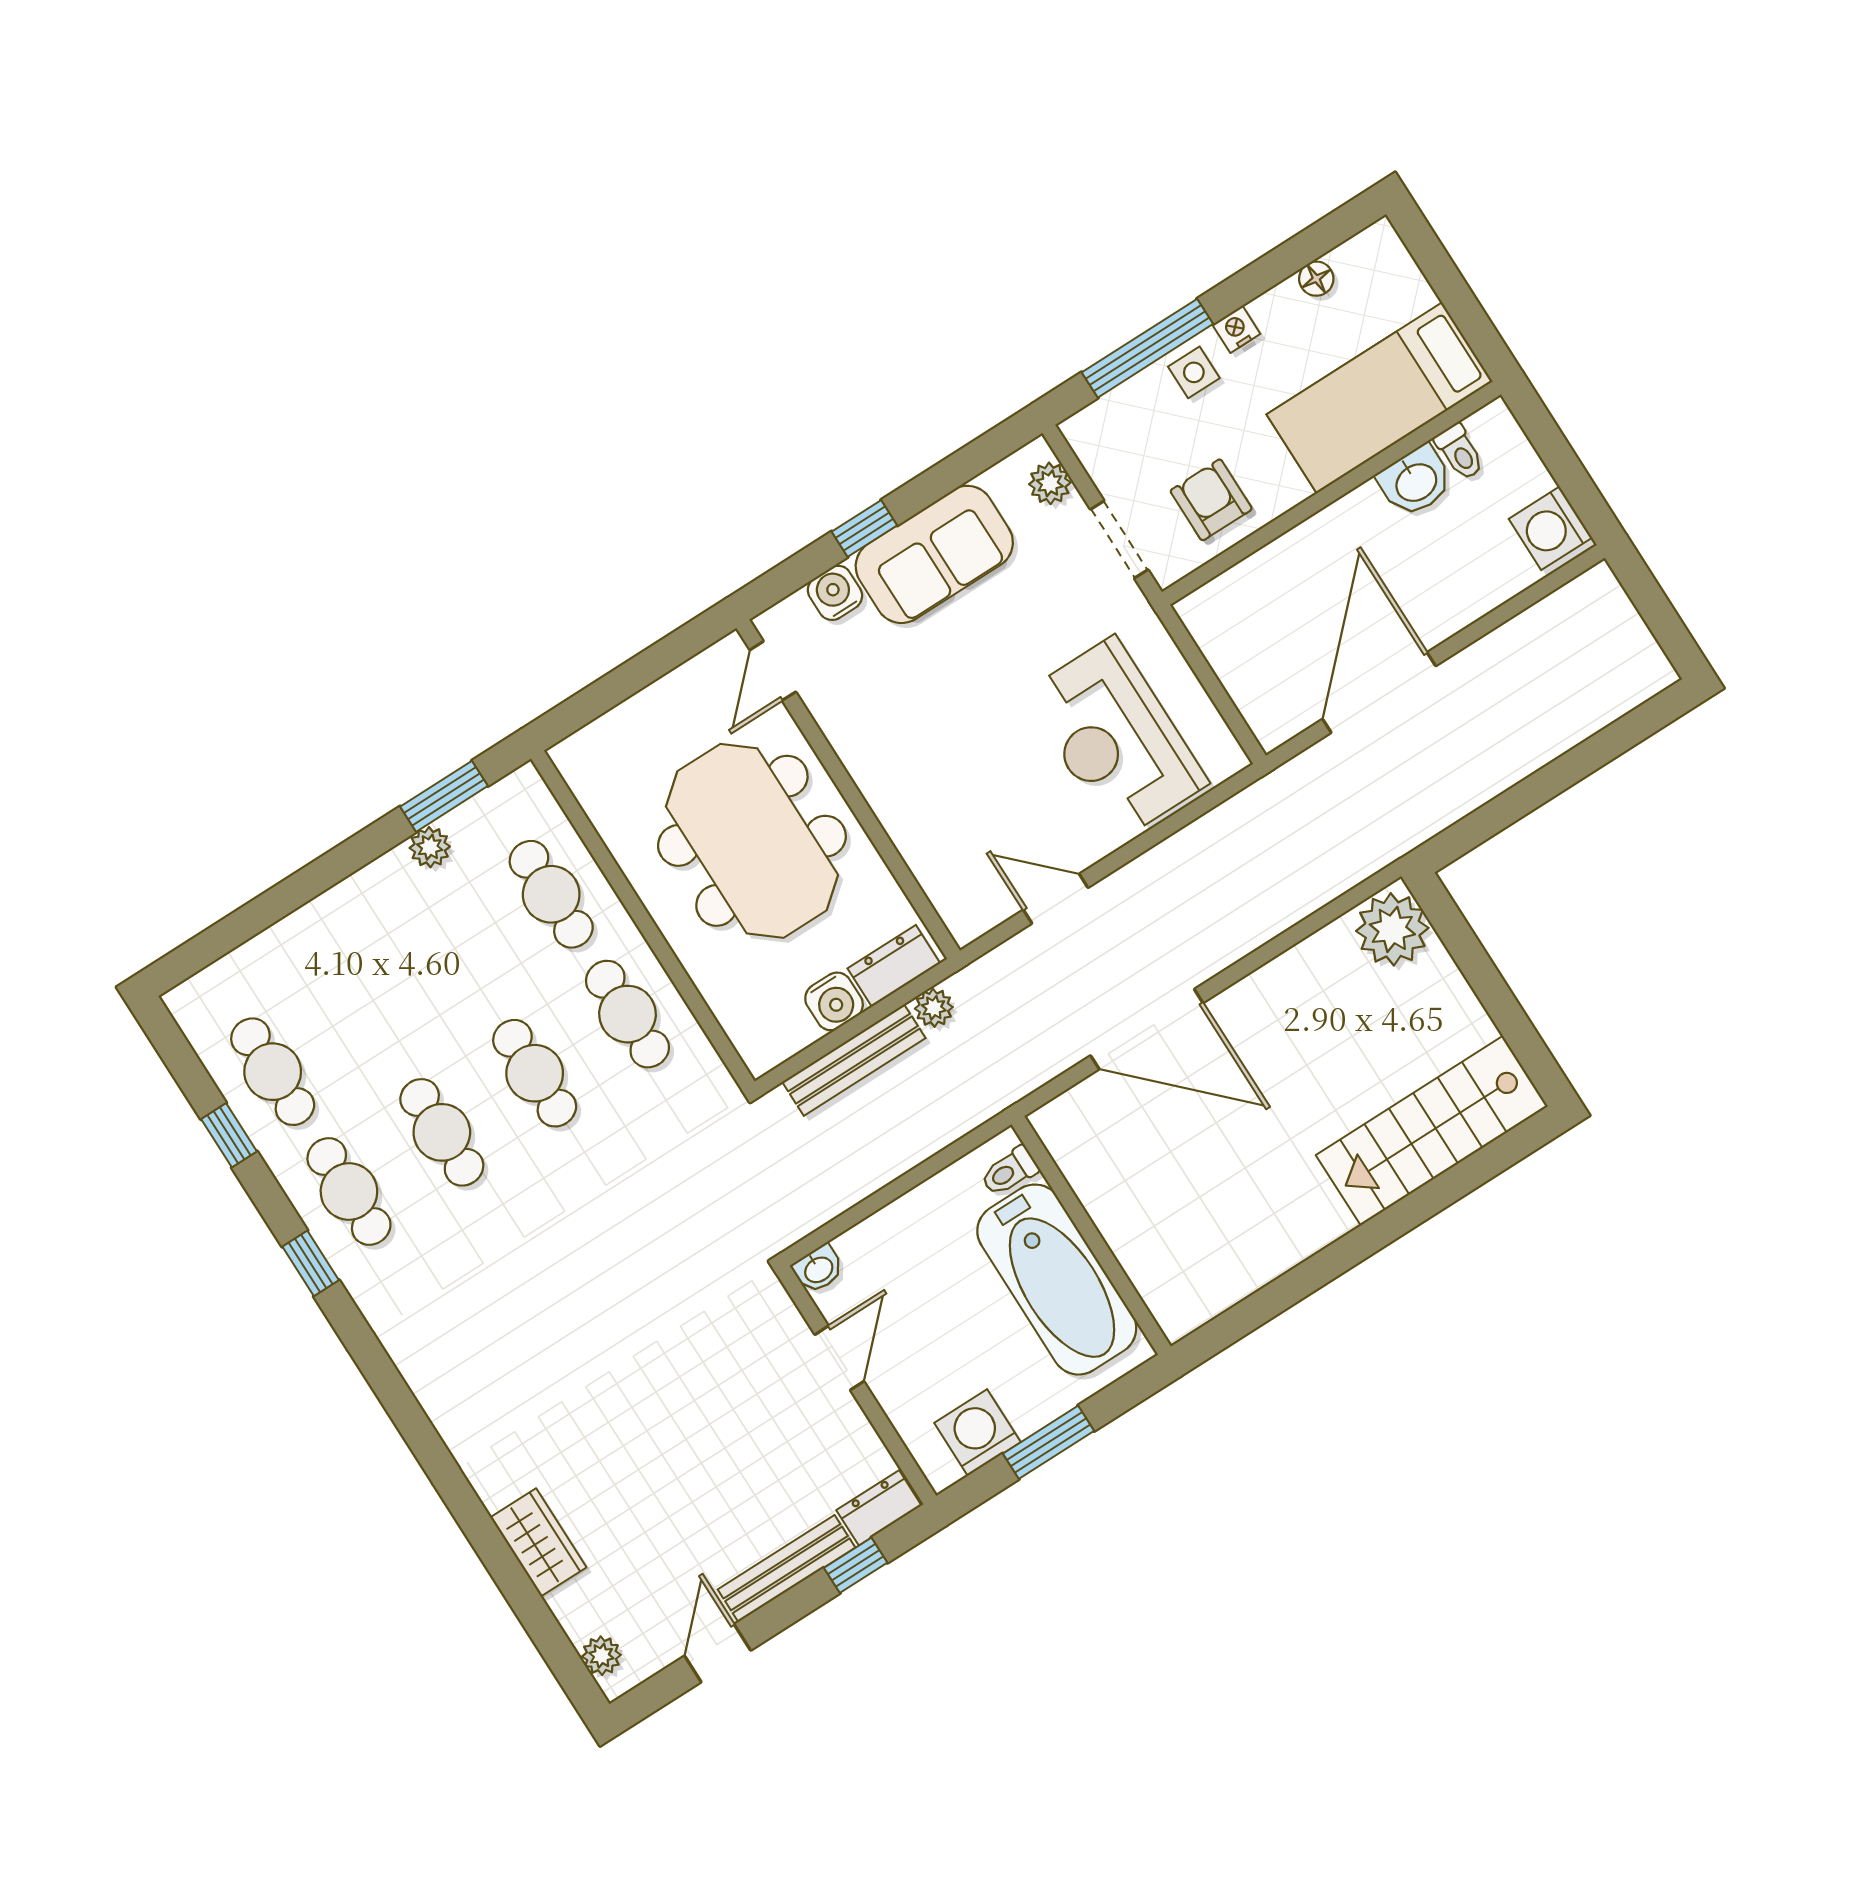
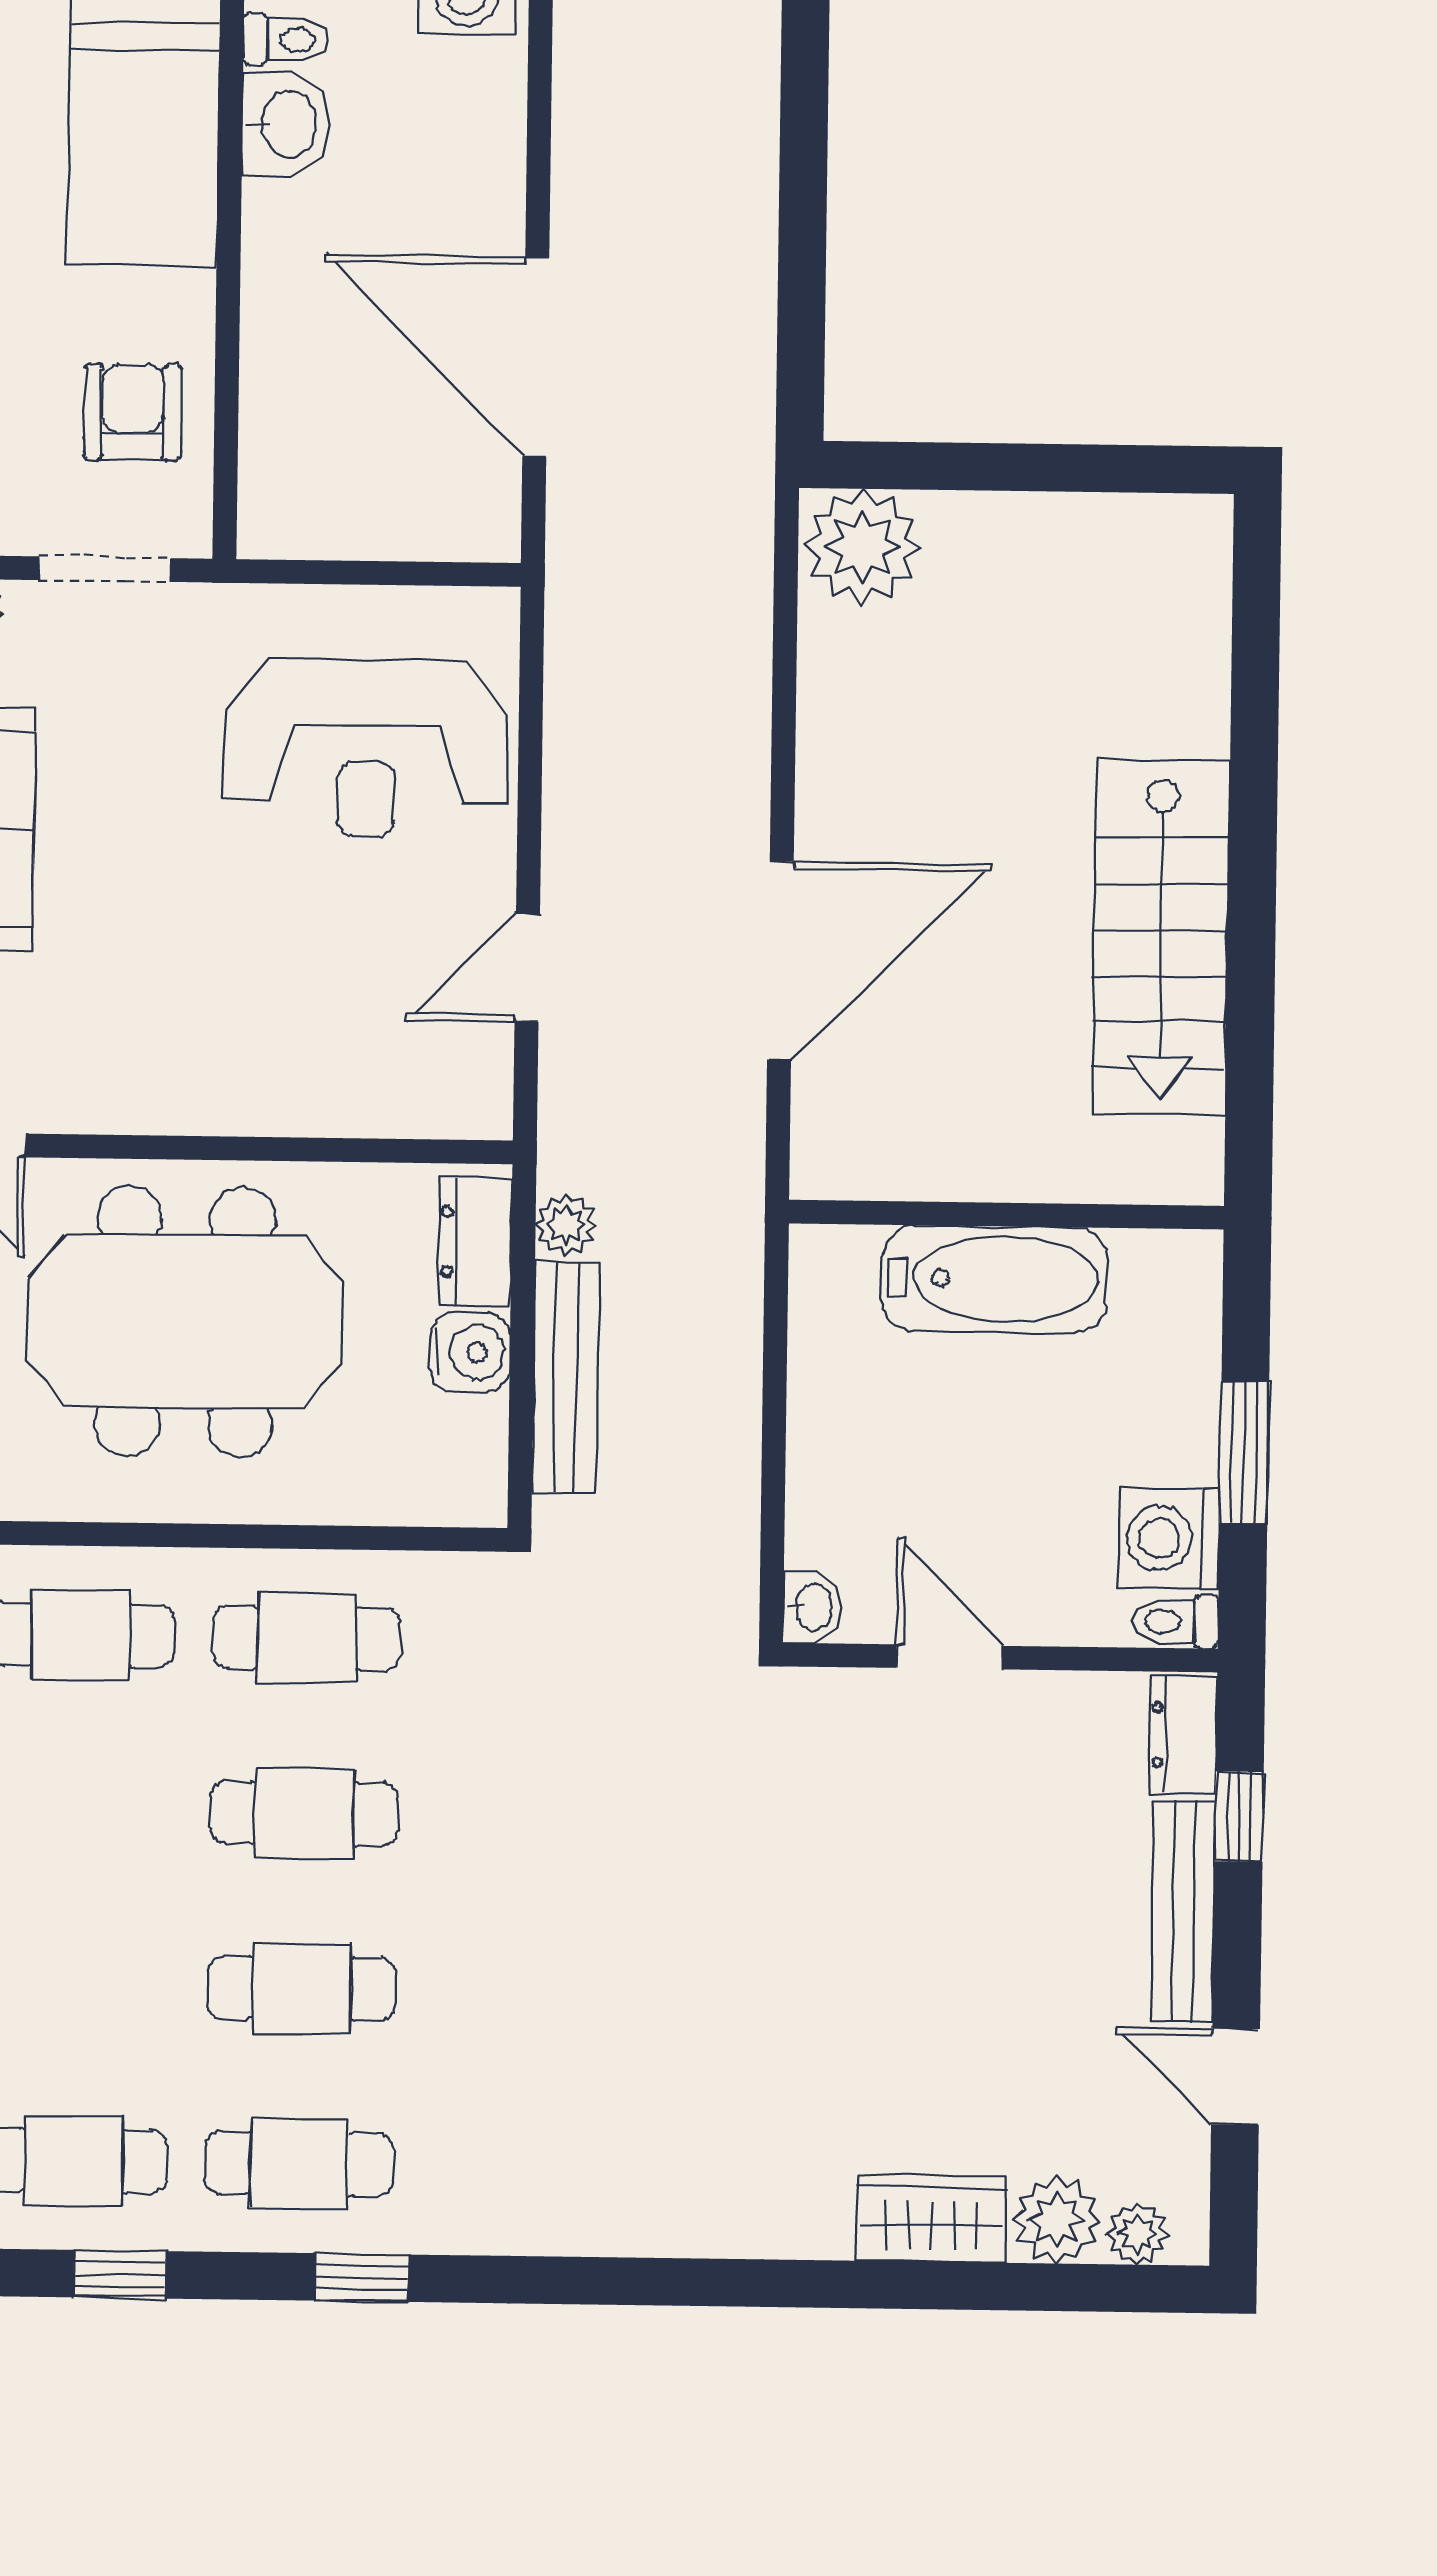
armchair: (1211, 500) -> (133, 412), turned 90
stairs: (1432, 1131) -> (1161, 937), moved
toilet: (1009, 1171) -> (1175, 1621), moved, turned 90
bathtub: (1057, 1280) -> (994, 1279), width x0.73, depth x0.73
plant: (581, 1608) -> (1056, 2220), added

